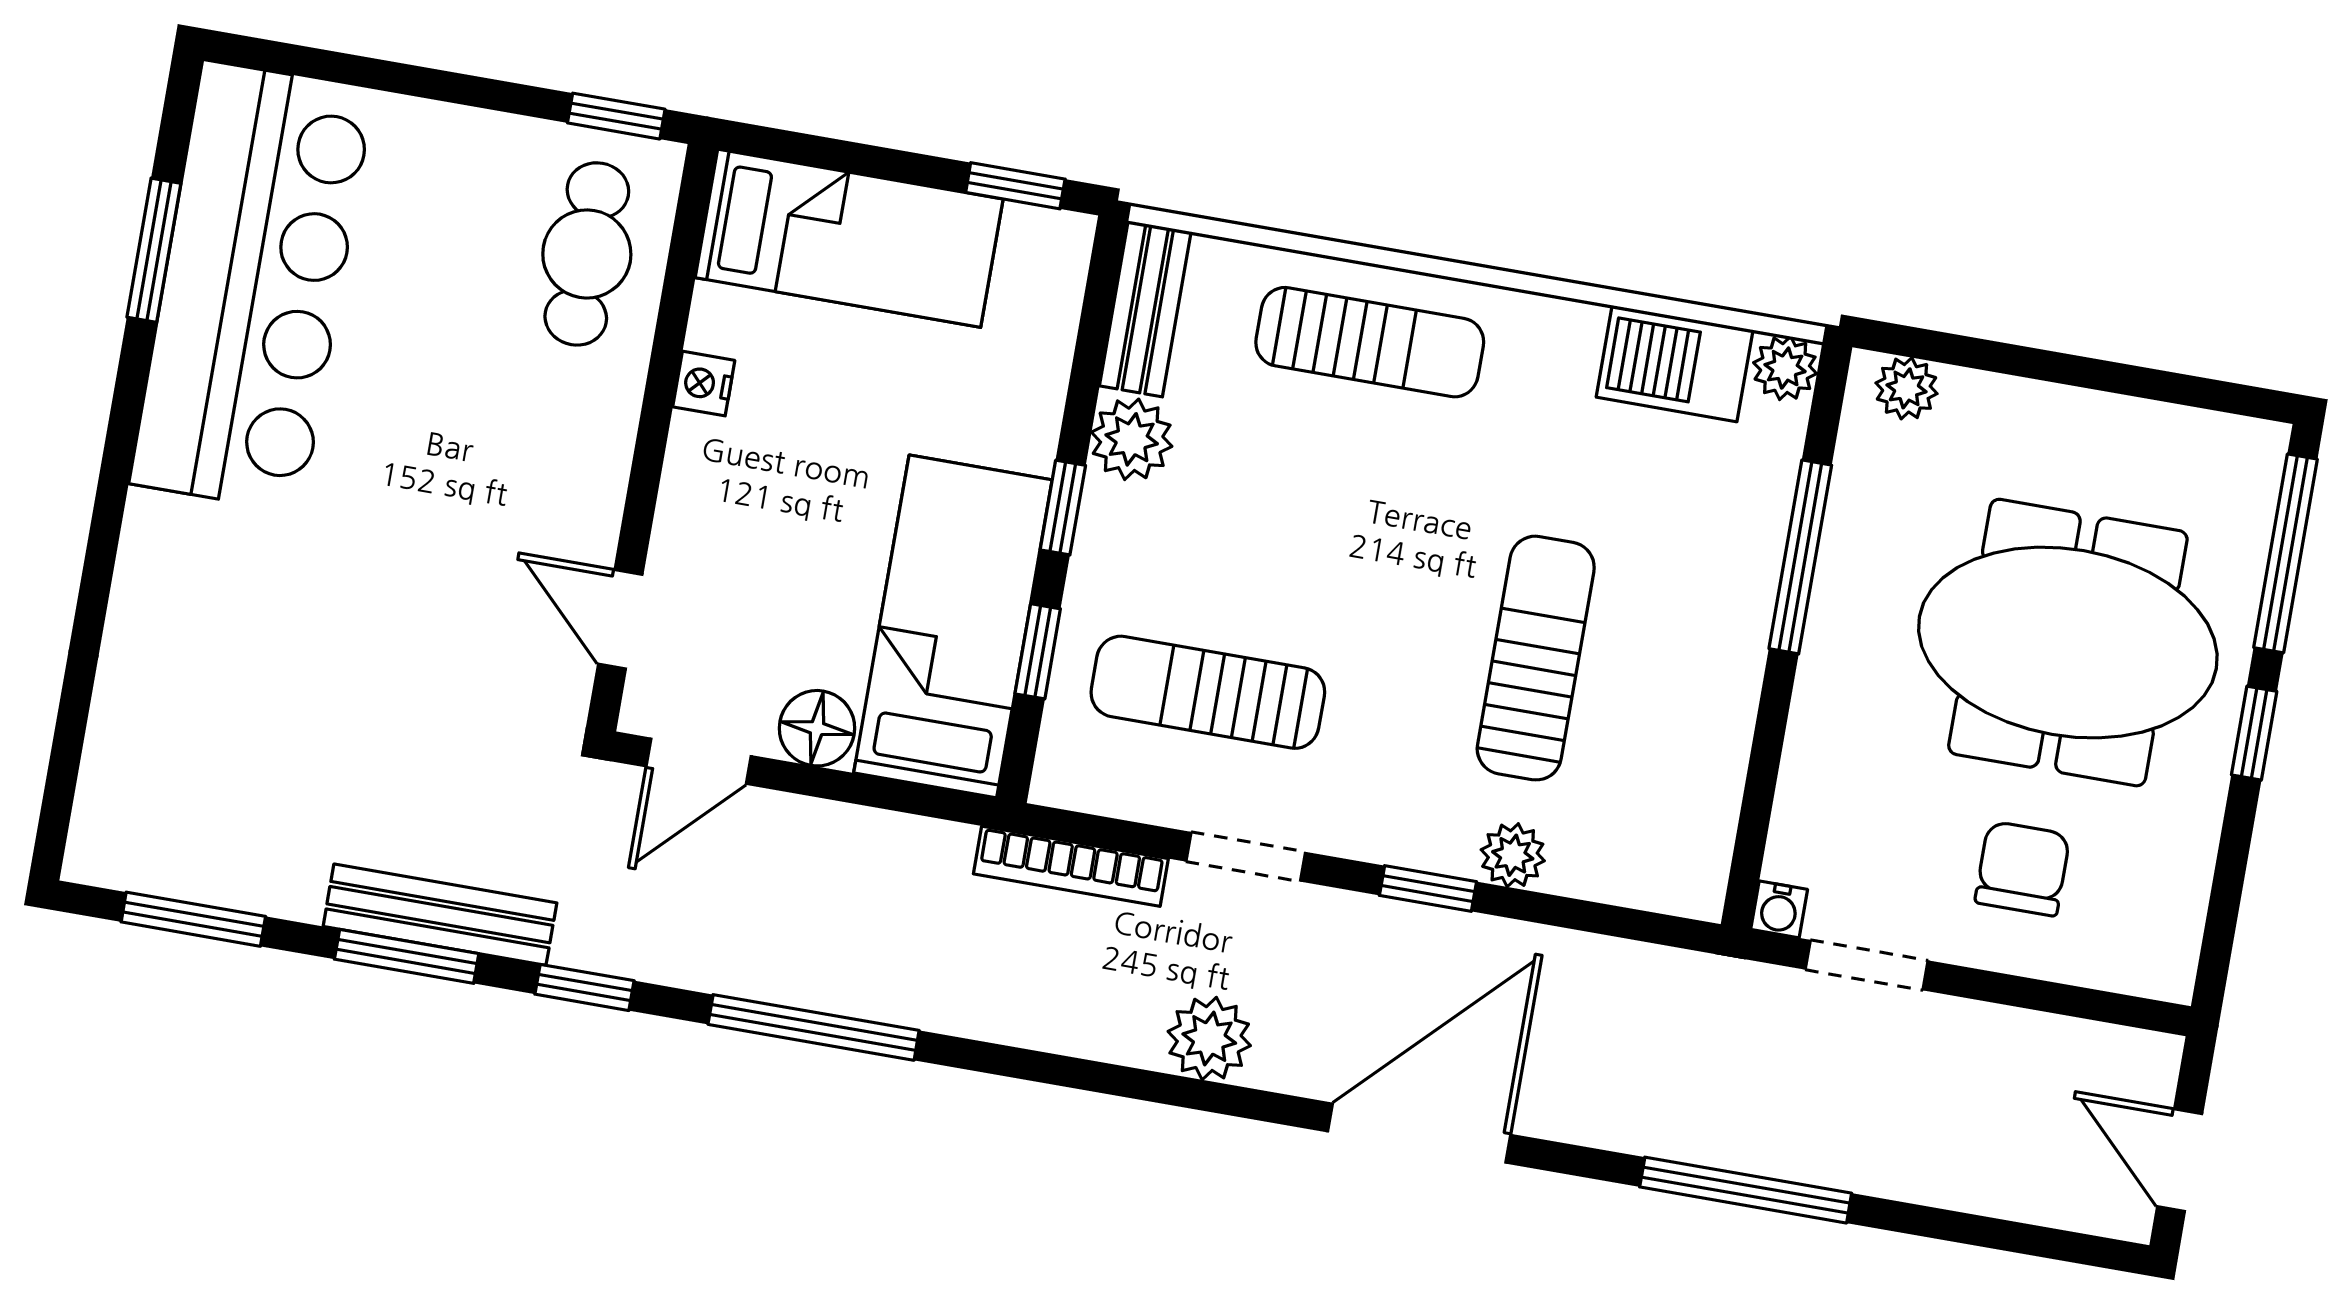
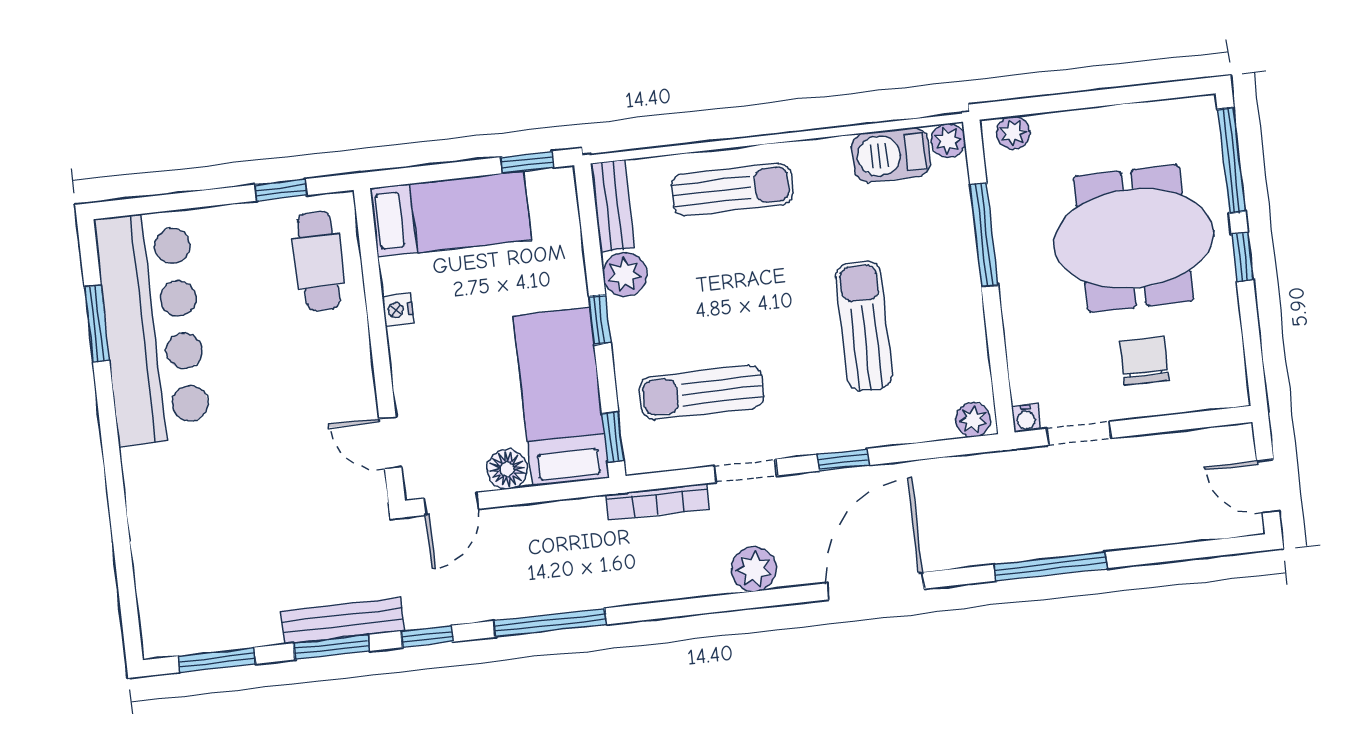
window: (616, 116) -> (281, 190), moved
window: (1038, 651) -> (613, 437), moved
plant: (1513, 855) -> (973, 420), moved

